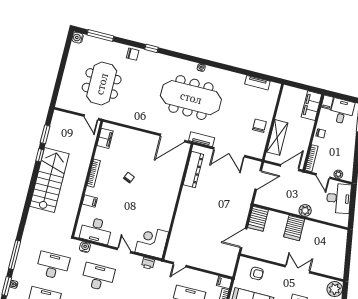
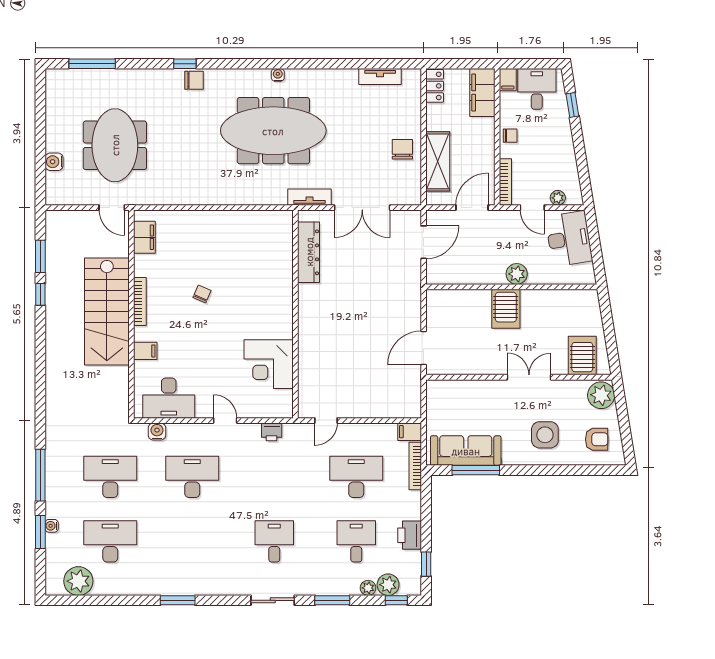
water cooler: (78, 38) -> (54, 162), moved
chair: (133, 54) -> (194, 80), moved
locker: (286, 95) -> (435, 86), added
door: (172, 138) -> (259, 208), removed
stairs: (49, 180) -> (107, 312), moved, turned 180
server rack: (258, 219) -> (582, 356), moved, turned 180
corner desk: (152, 242) -> (269, 364), moved, turned -90
armchair: (257, 273) -> (461, 402), removed

